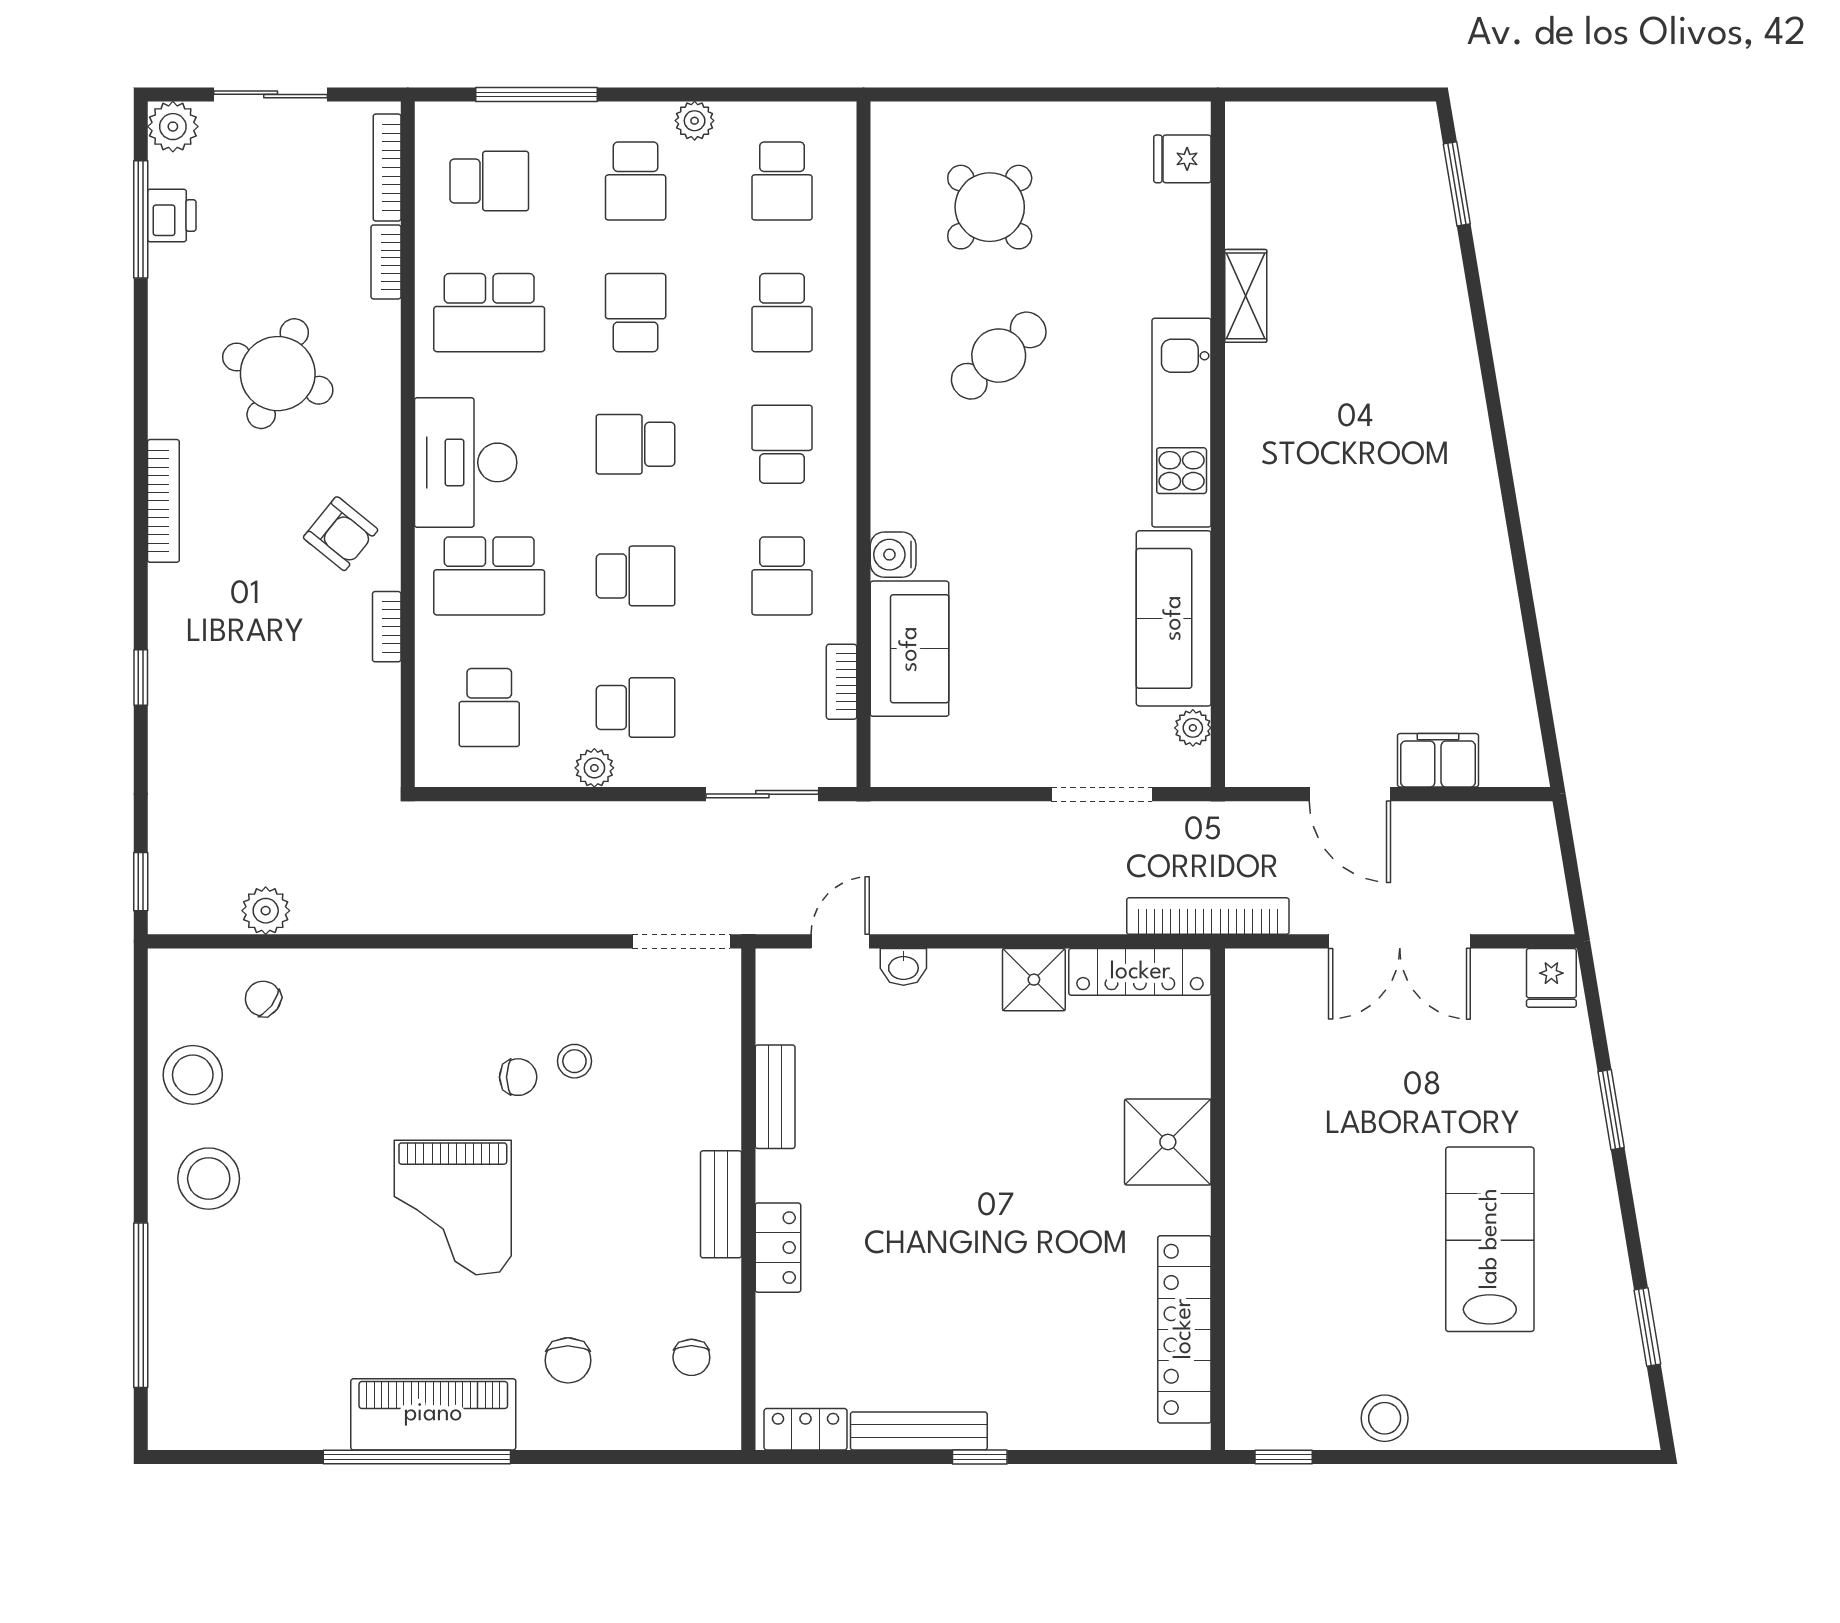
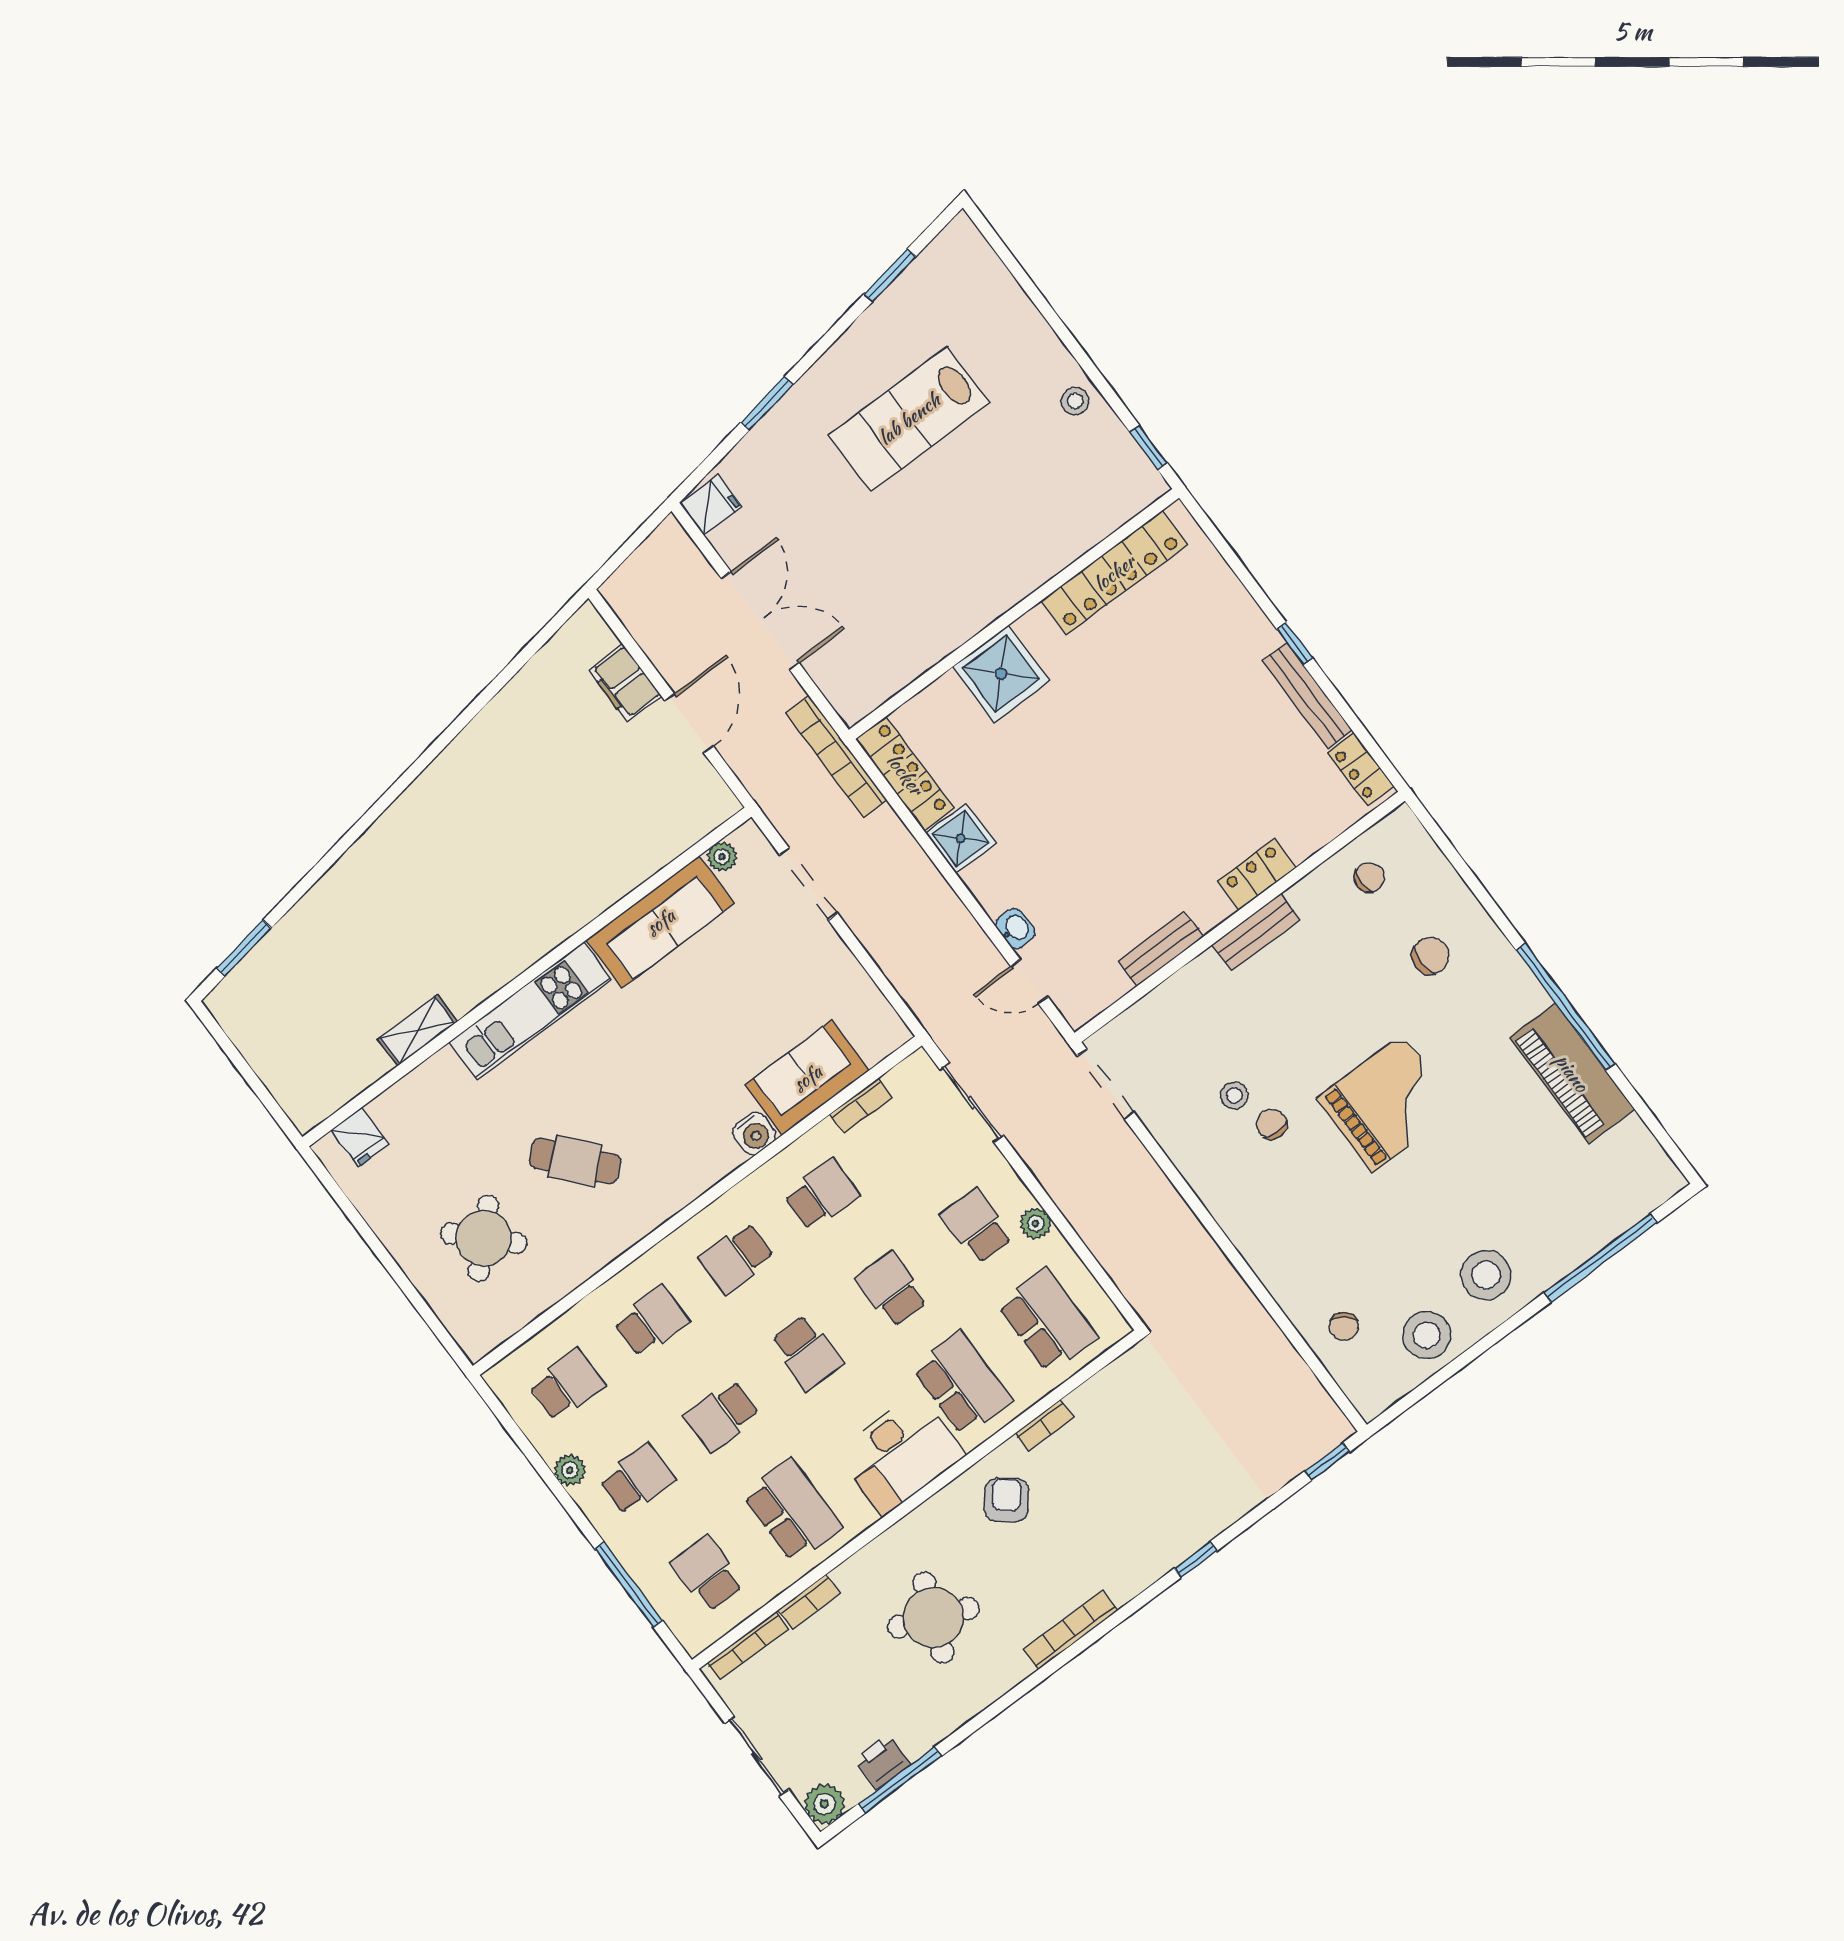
school desk: (489, 708) -> (1047, 1320), width x1.85
plant: (266, 911) -> (1286, 1367), removed
piano: (433, 1414) -> (1572, 1073), moved
stool: (1385, 1418) -> (1075, 401), width x0.73, depth x0.73

